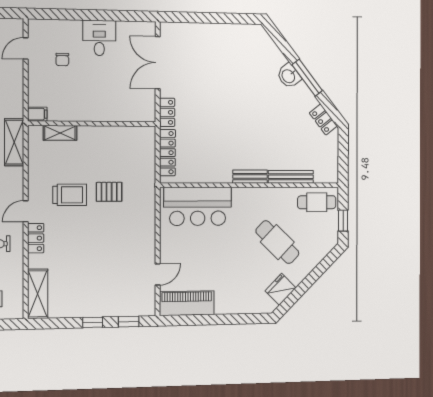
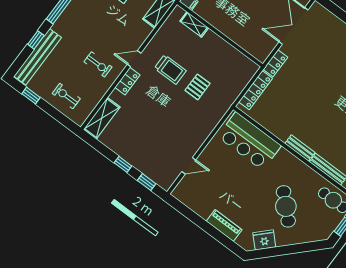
pallet: (109, 192) -> (198, 87), turned 90
piano: (187, 303) -> (224, 225), moved, width x0.73, depth x0.75

